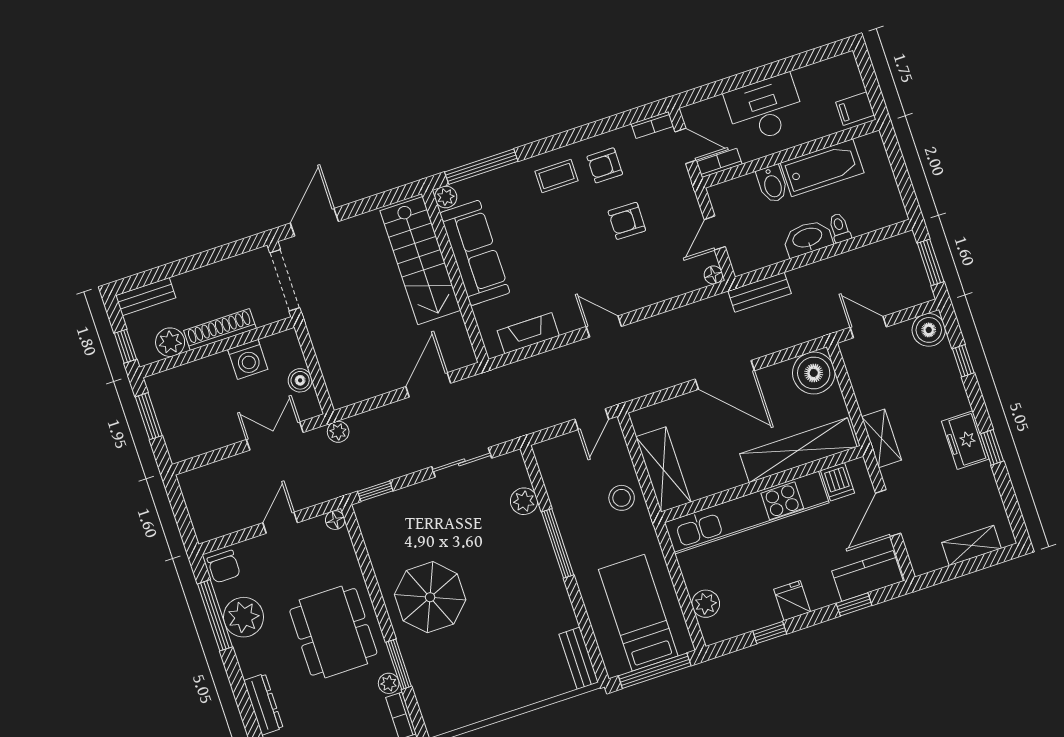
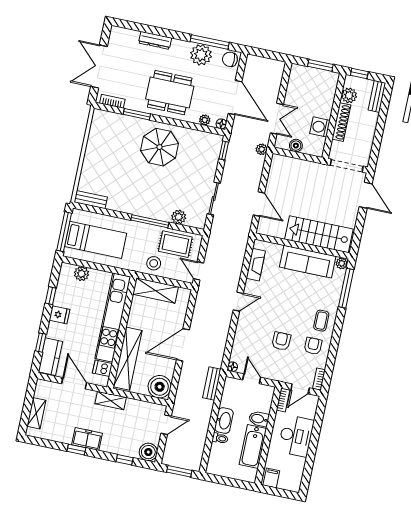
rug: (571, 481) -> (175, 244), added
door: (280, 523) -> (235, 98), width x1.88
plant: (389, 683) -> (205, 120), moved

